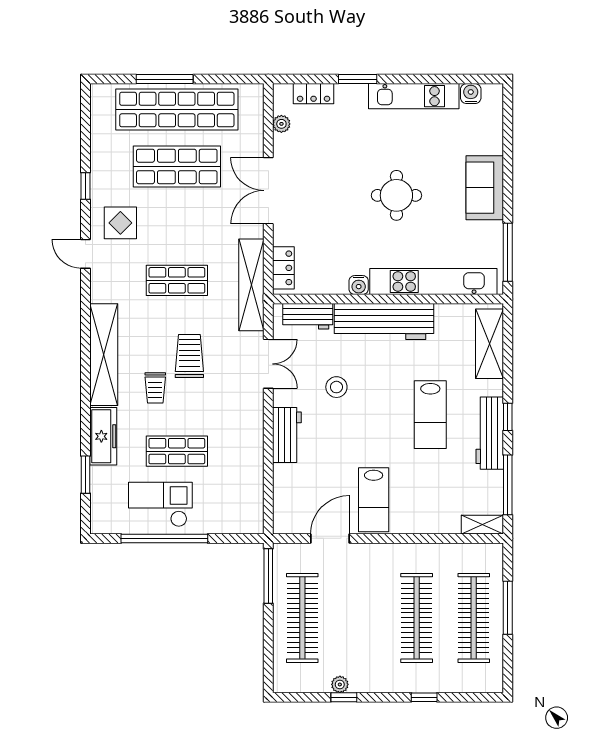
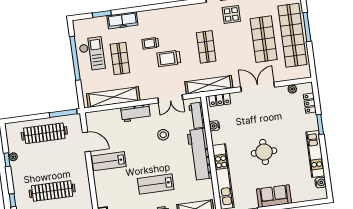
water cooler: (359, 285) -> (214, 126), moved
shelving: (104, 355) -> (113, 97), moved
trolley: (189, 356) -> (169, 58), turned 180

